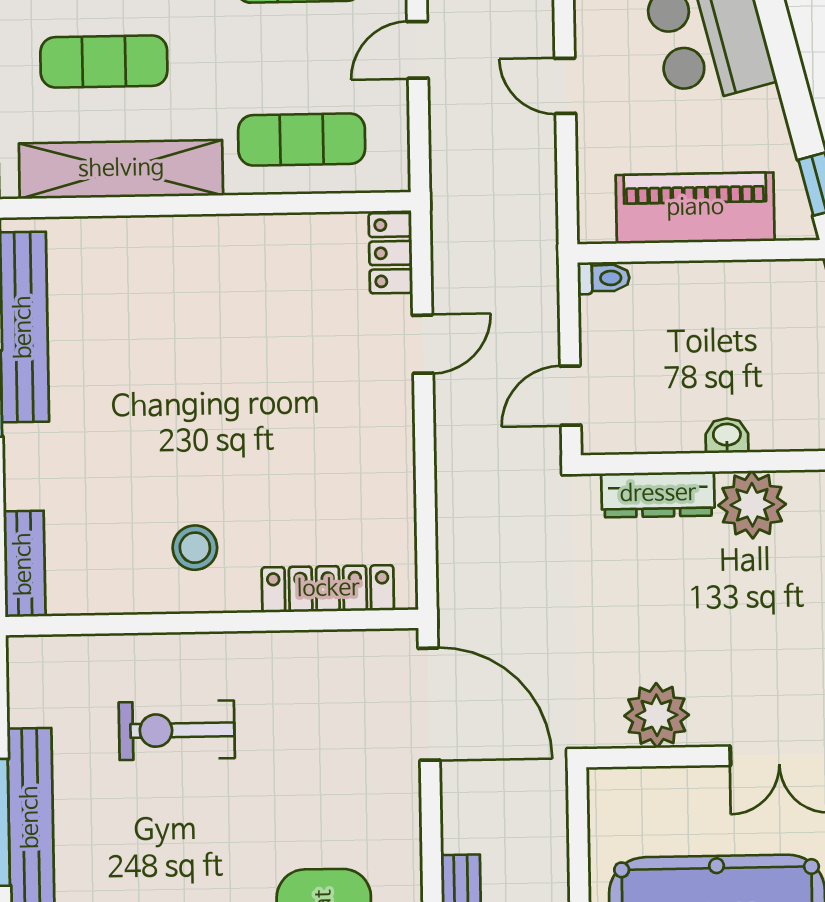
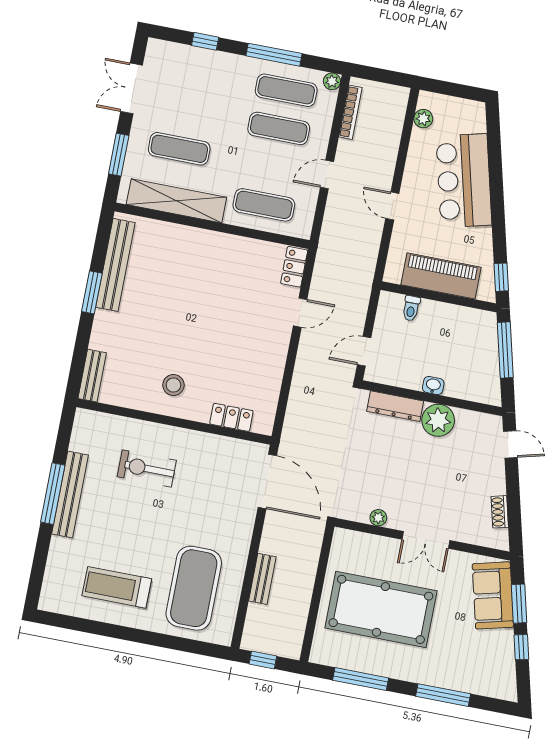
toilet: (604, 278) -> (411, 308), moved, turned 90
locker: (328, 589) -> (231, 417), width x0.66
plant: (657, 715) -> (378, 518), width x0.53, depth x0.53

